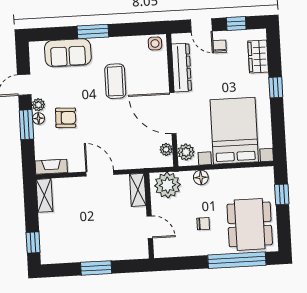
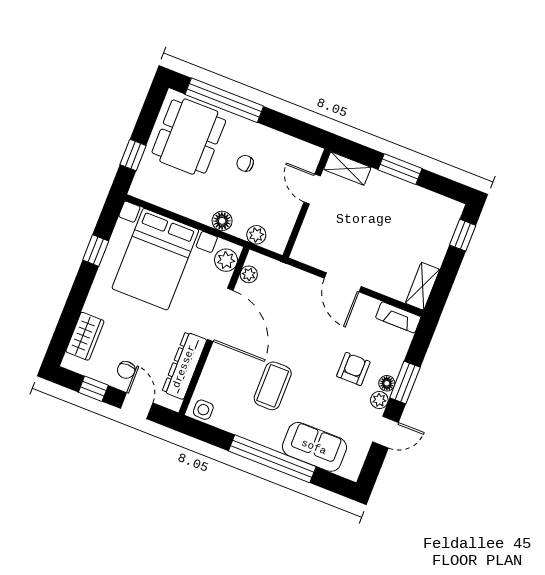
window: (93, 32) -> (272, 459), width x2.11
window: (276, 87) -> (96, 251), moved
armchair: (66, 118) -> (353, 369), turned 88
plant: (167, 185) -> (256, 235), width x0.53, depth x0.53
shelving: (138, 190) -> (347, 168), moved, turned 90

